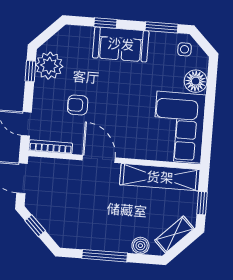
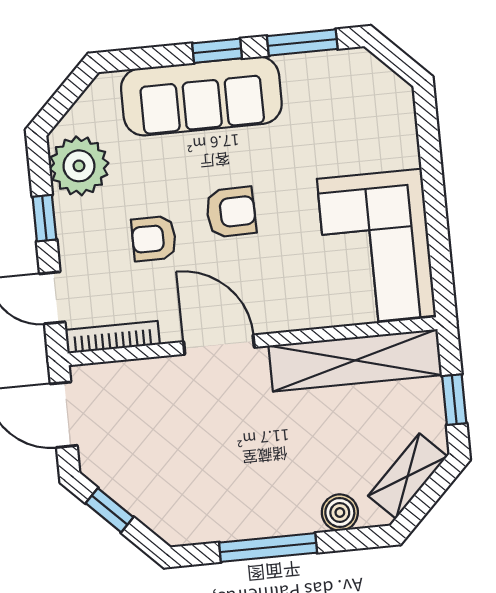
window: (105, 23) -> (217, 51), moved
sofa: (121, 44) -> (201, 96), width x1.36
side table: (184, 49) -> (359, 80), removed
window: (30, 71) -> (44, 218), moved
floor lamp: (196, 81) -> (395, 144), removed
armchair: (115, 99) -> (231, 212), added

